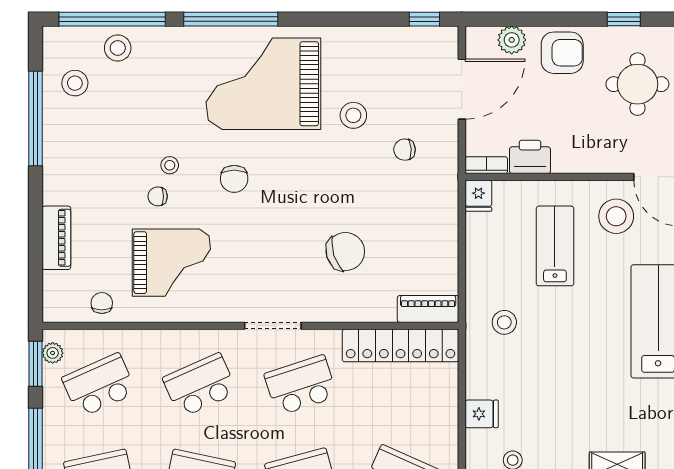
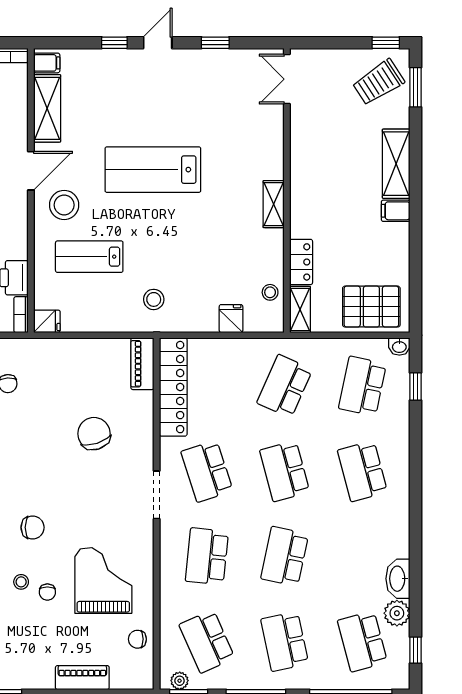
school desk: (200, 385) -> (207, 556), turned 30

